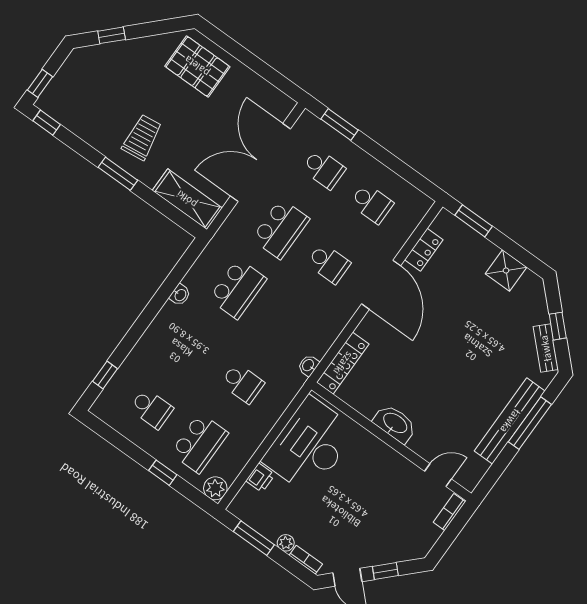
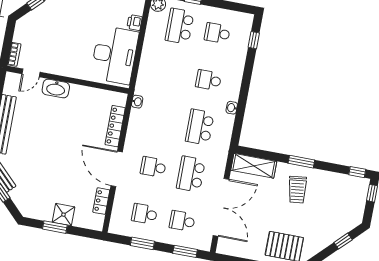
window: (394, 164) -> (142, 243), added
window: (474, 221) -> (55, 227), moved
shower: (506, 270) -> (64, 215), moved
locker: (343, 363) -> (115, 126), moved
school desk: (242, 383) -> (209, 80), moved
washbasin: (395, 424) -> (56, 89), moved

